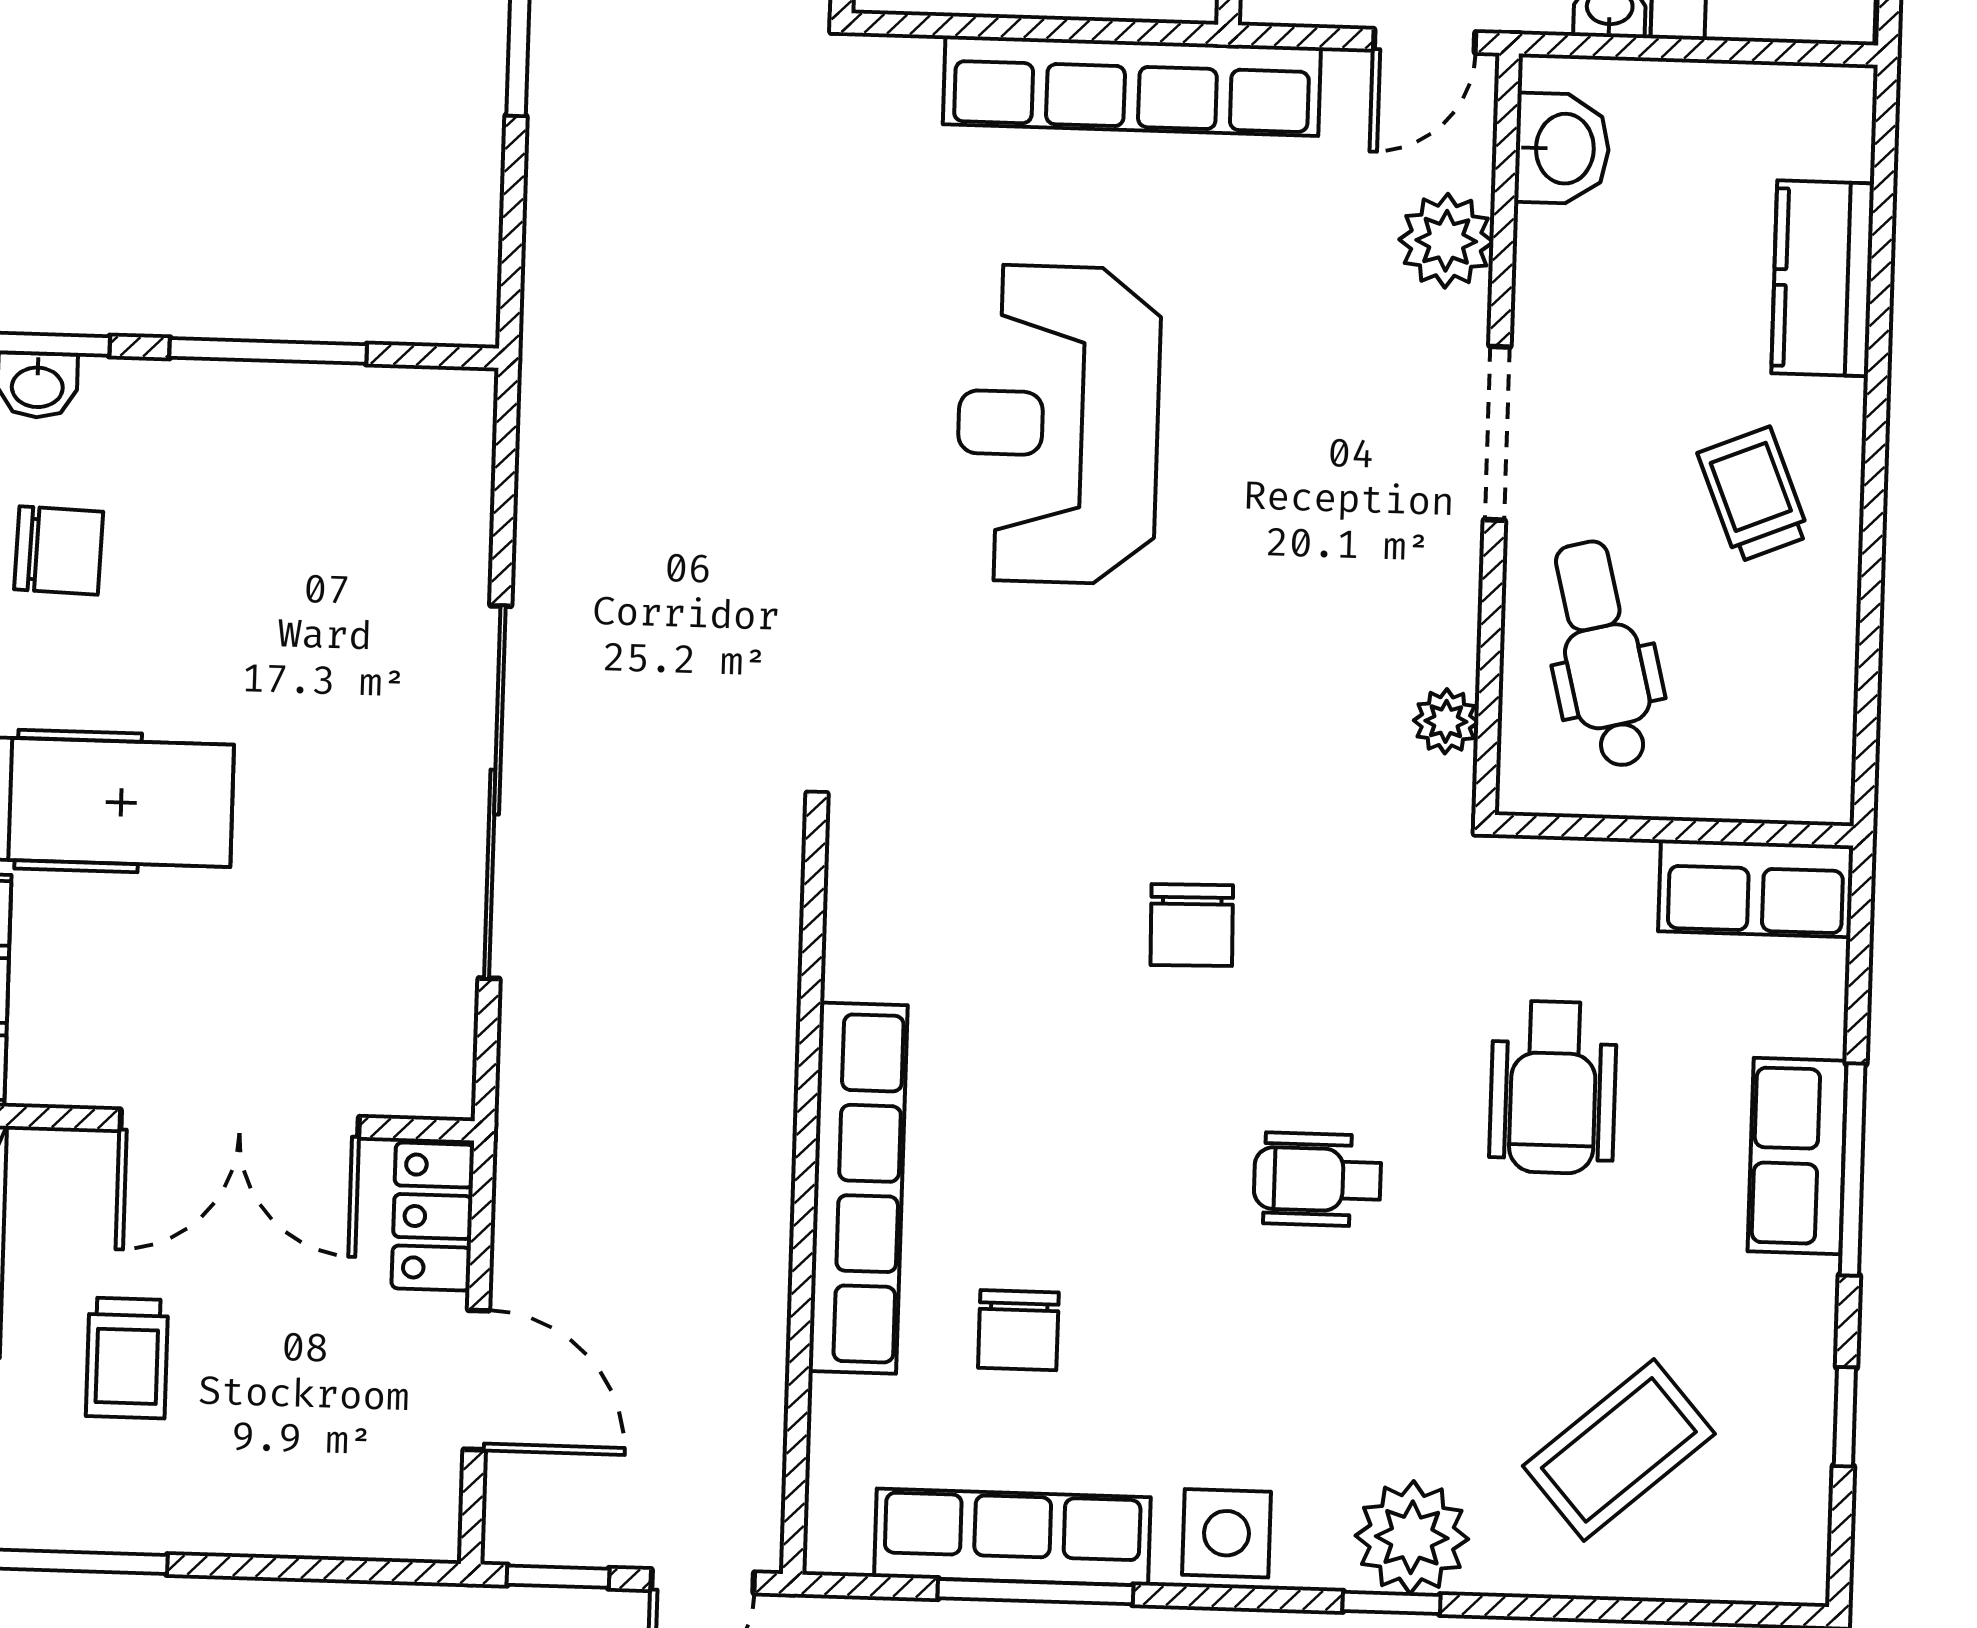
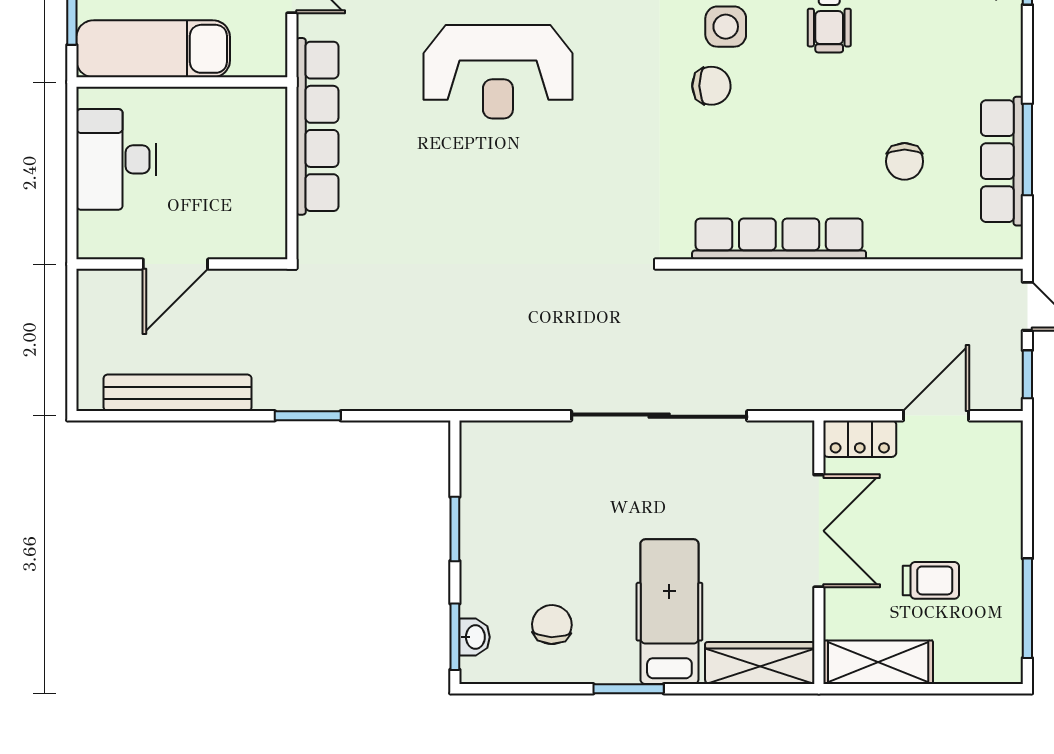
window: (268, 351) -> (455, 529), width x0.69
reception desk: (1058, 424) -> (498, 72), moved
row of seats: (858, 1188) -> (779, 239), moved
chair: (1018, 1330) -> (905, 161), turned 90
side table: (1226, 1533) -> (726, 27), moved

